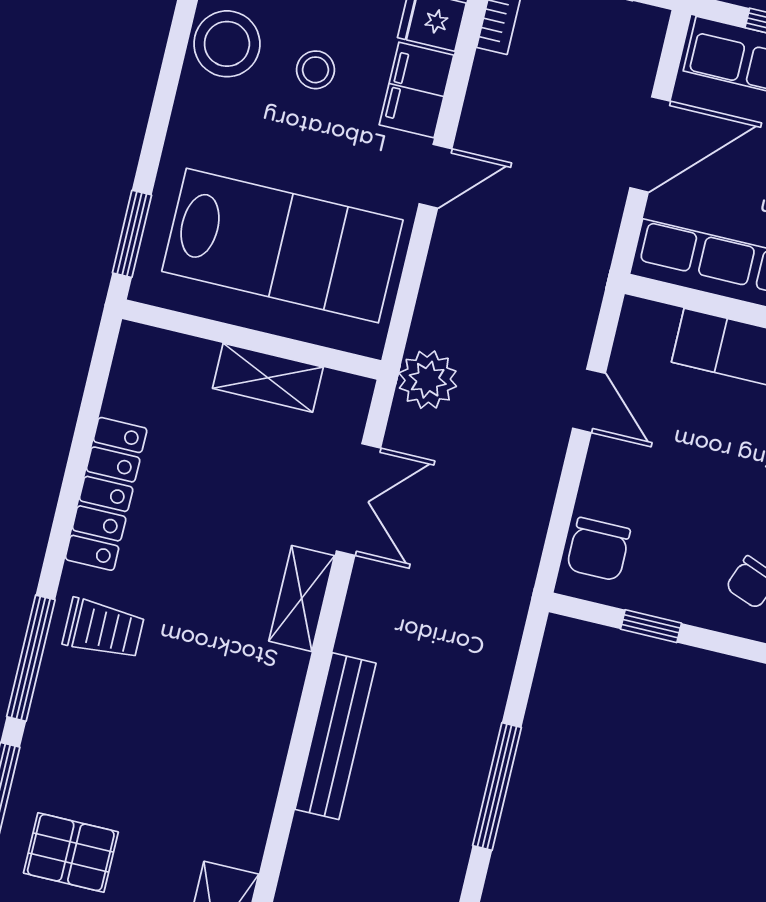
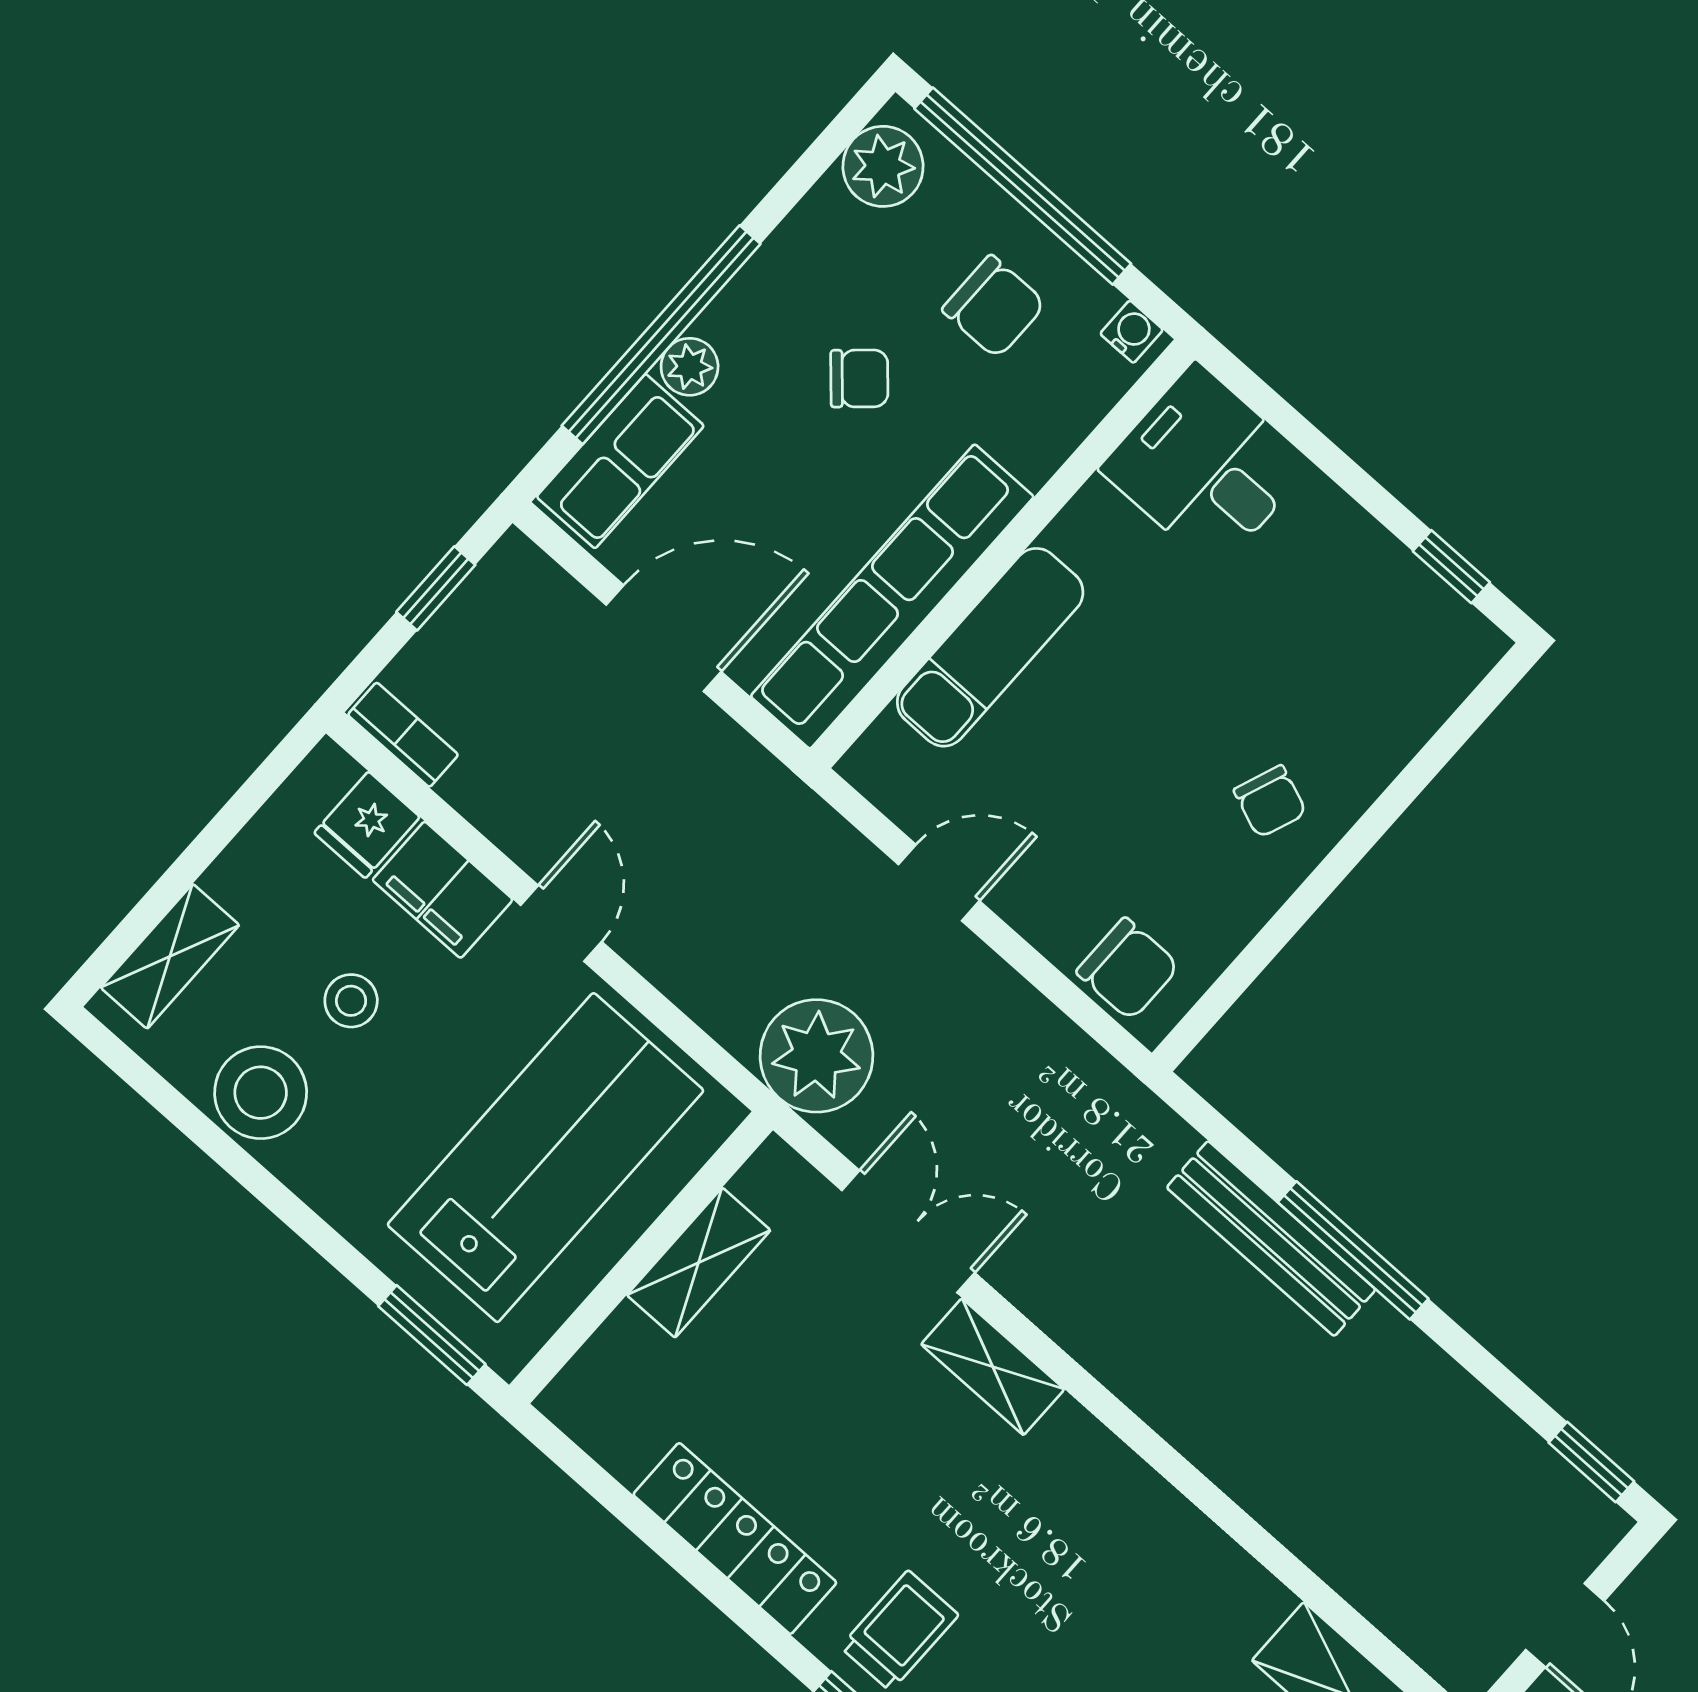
door: (650, 144) -> (664, 638), hinge flipped
plant: (428, 380) -> (816, 1056), width x1.36, depth x1.36
window: (651, 626) -> (1257, 955), removed
bench: (336, 736) -> (1271, 1239), moved

